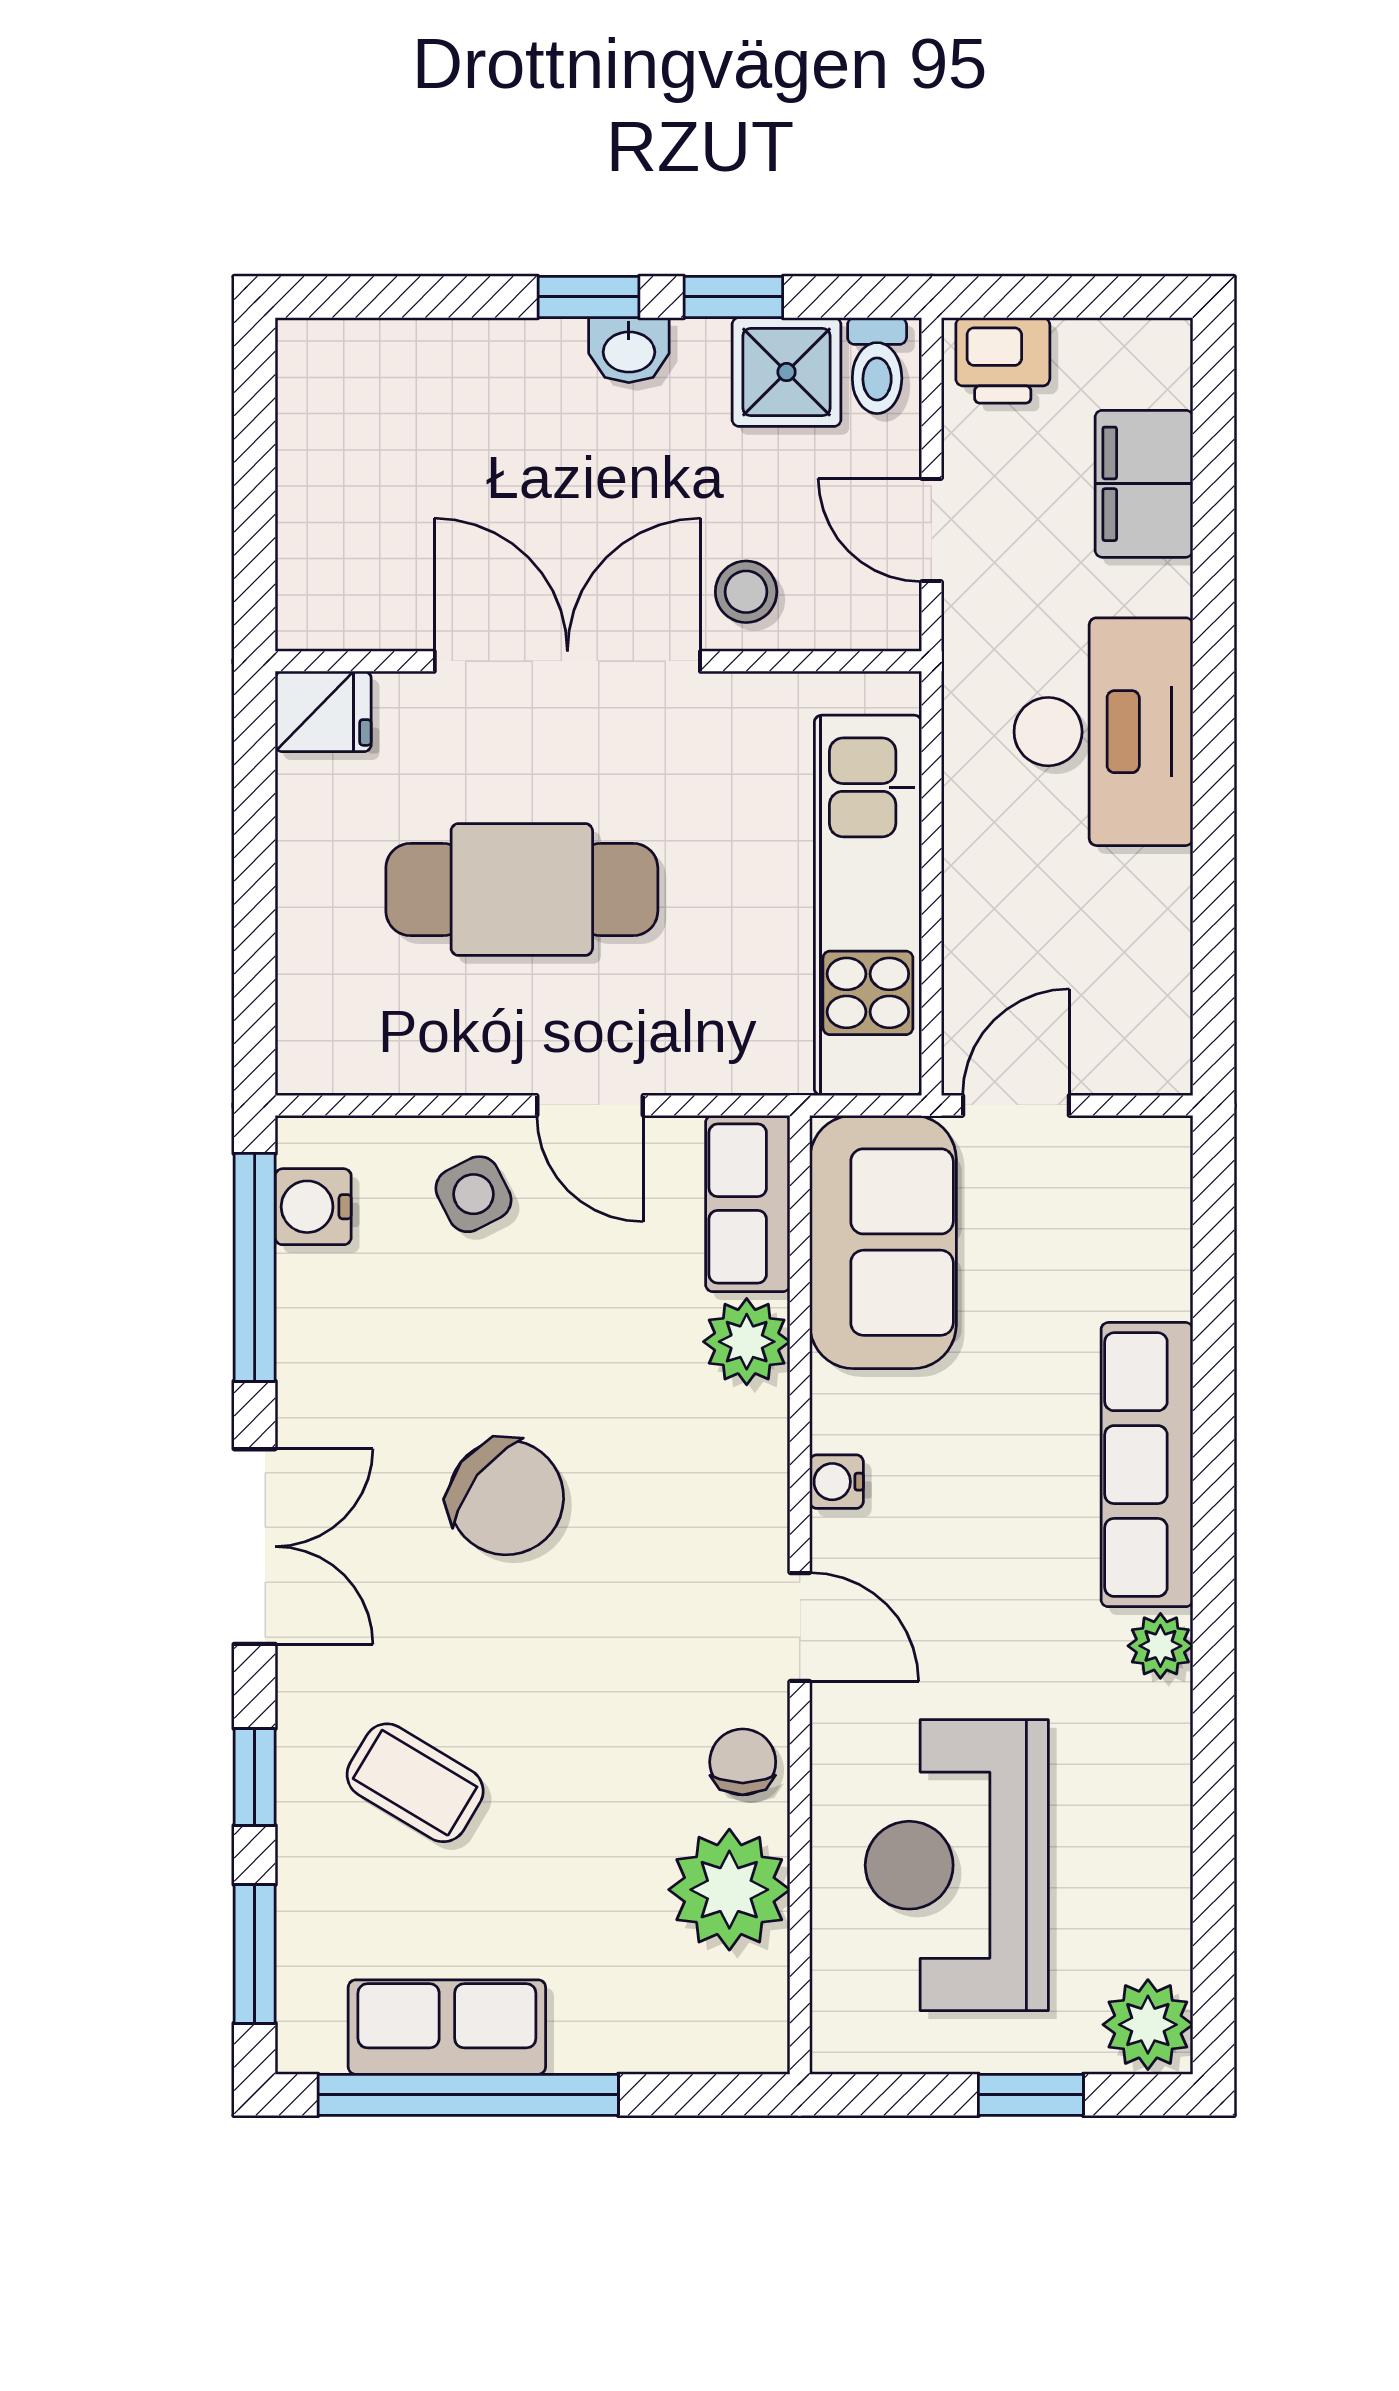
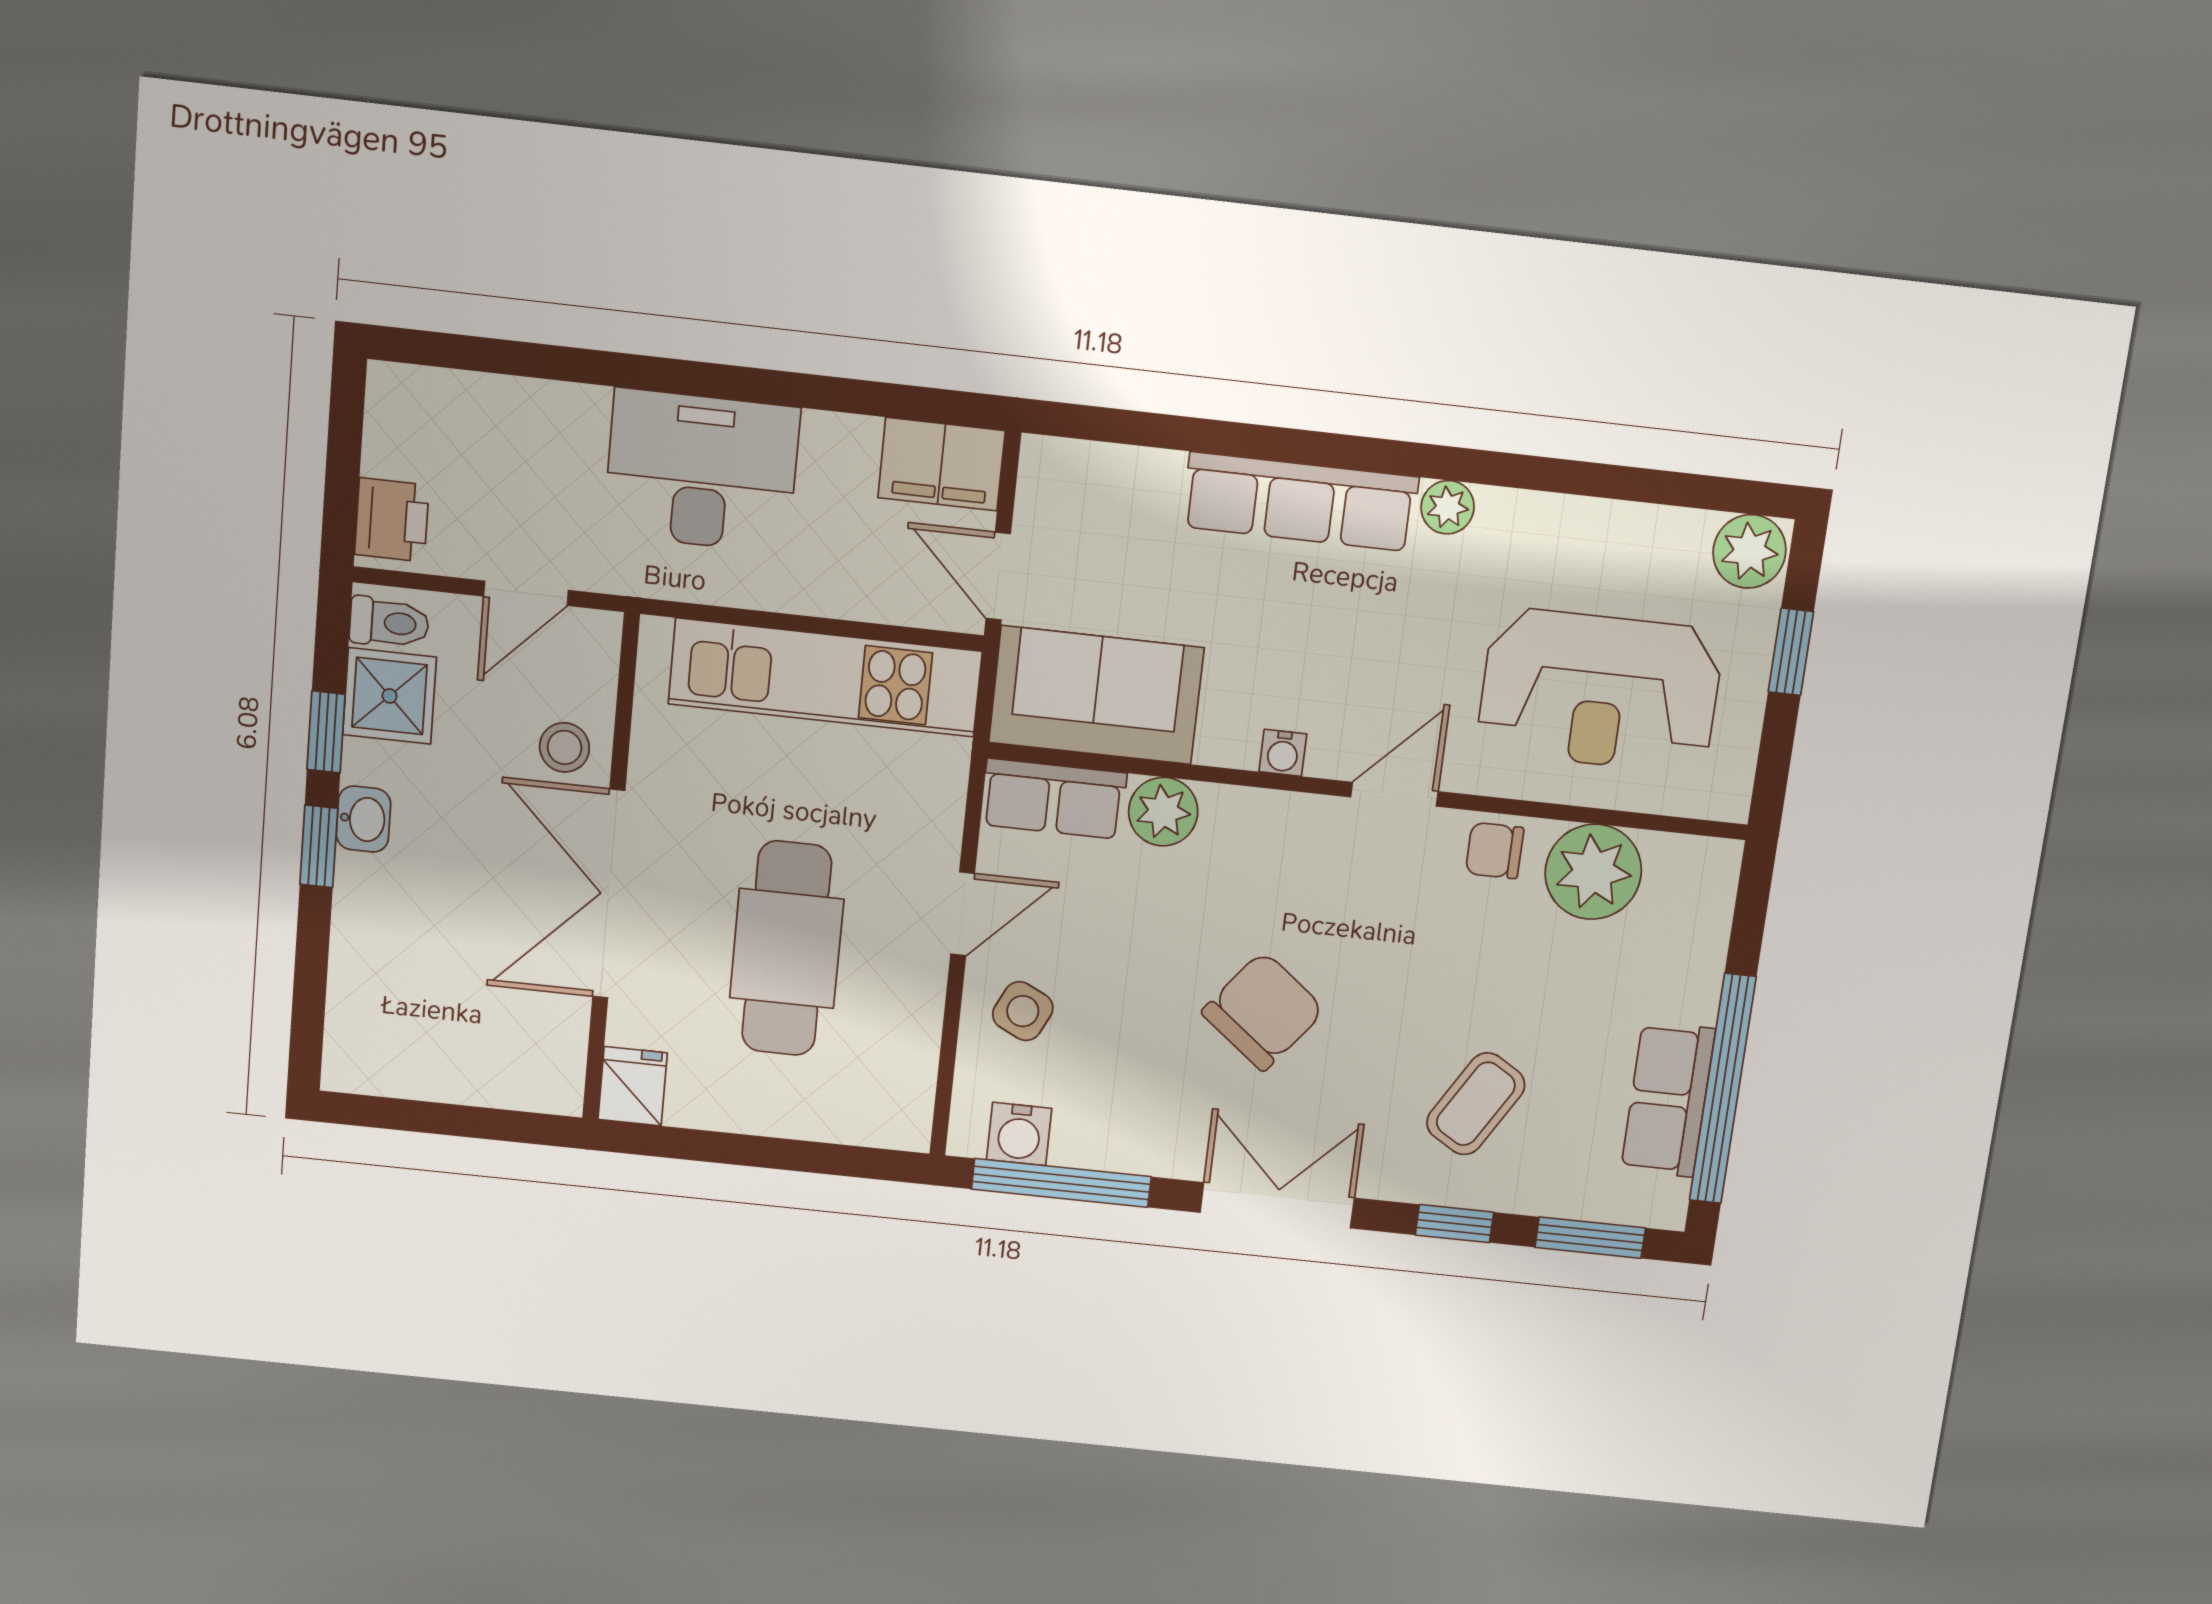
filing cabinet: (1144, 484) -> (941, 464), moved
side table: (473, 1194) -> (1023, 1011), turned -37

